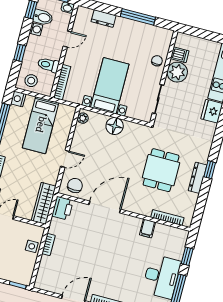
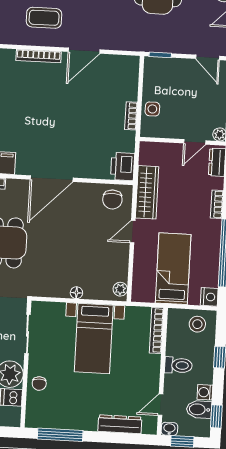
window: (138, 17) -> (60, 435), moved
dresser: (104, 18) -> (120, 424), width x1.44
door: (67, 39) -> (161, 405), moved
toilet: (48, 65) -> (178, 365), moved
floor lamp: (115, 126) -> (76, 293), width x0.53, depth x0.53
wardrobe: (44, 203) -> (147, 192), moved
door: (105, 207) -> (52, 179), moved

